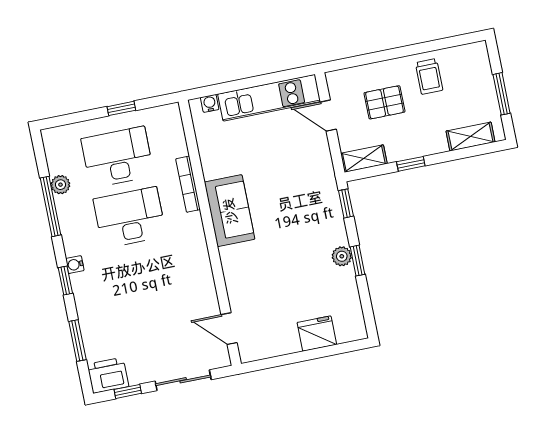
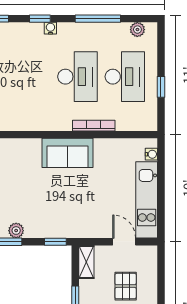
door: (328, 116) -> (124, 242), hinge flipped
plant: (60, 185) -> (137, 30), moved

